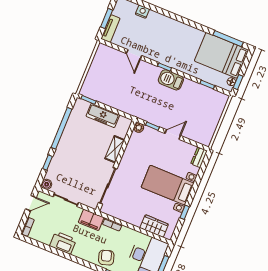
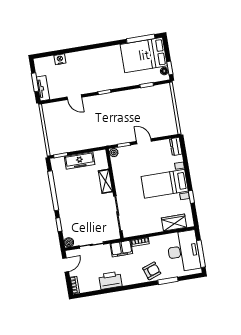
barbecue: (171, 80) -> (116, 99), removed
door: (173, 134) -> (144, 141), hinge flipped
armchair: (106, 258) -> (152, 271), turned 89

